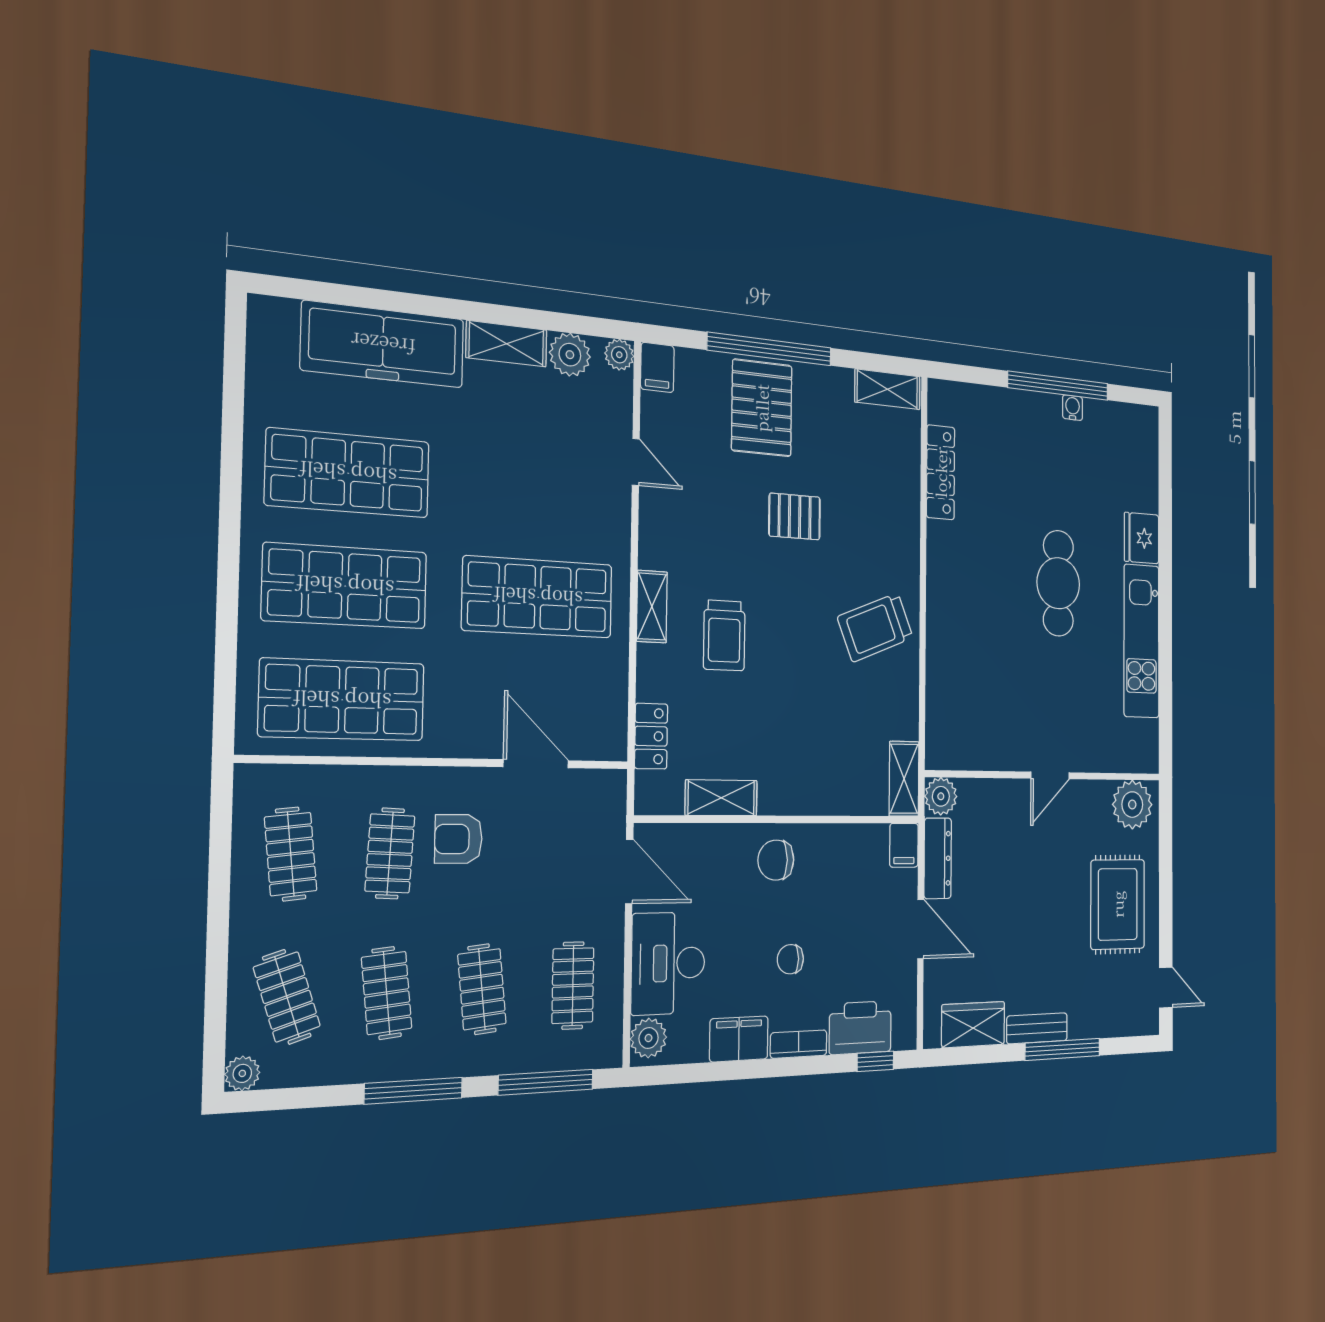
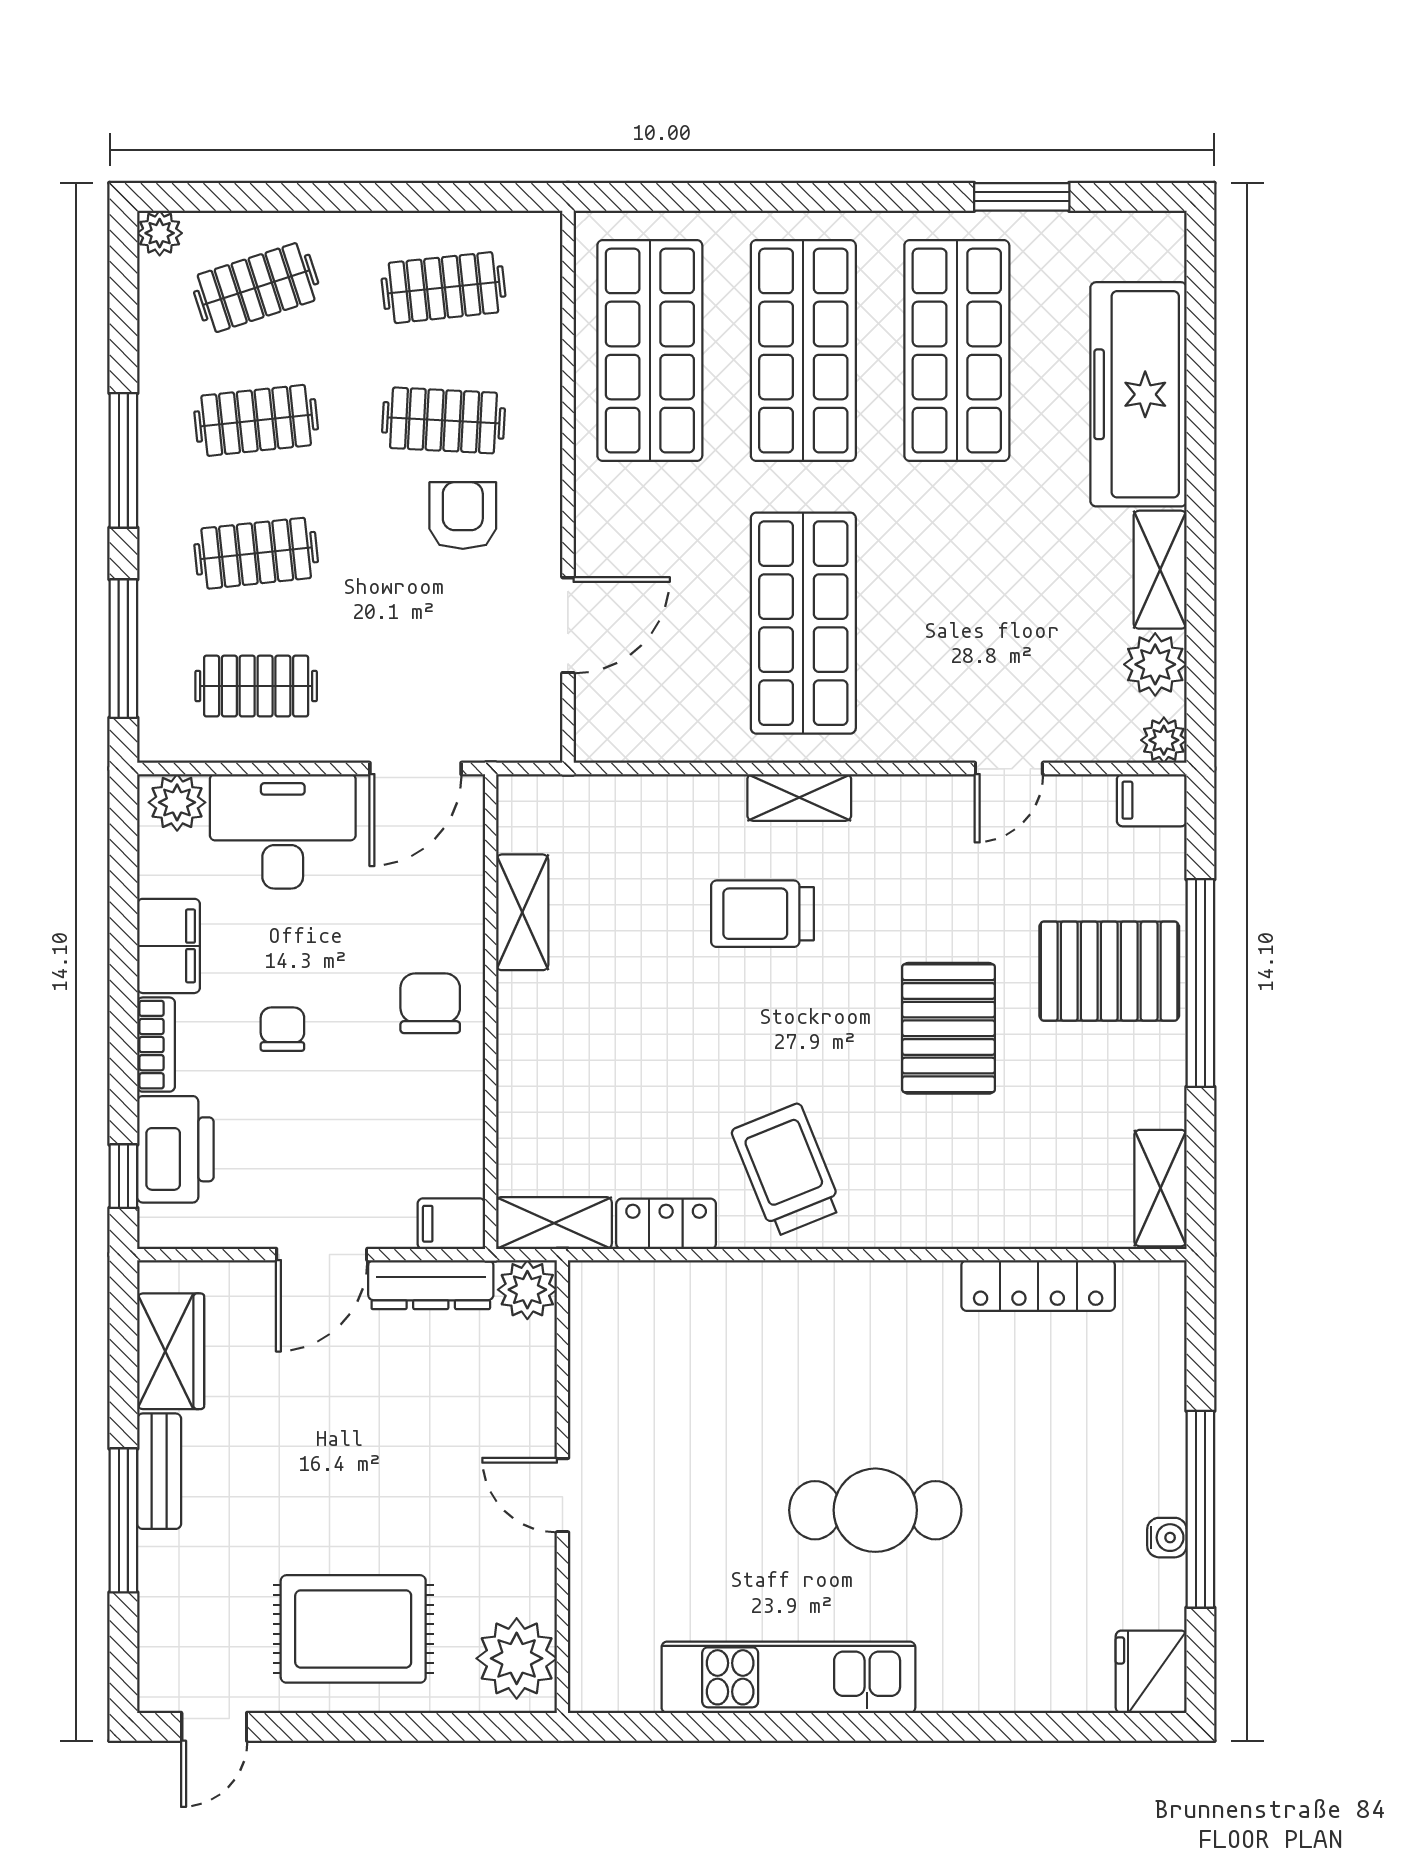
window: (233, 415) -> (1022, 197), added
pallet: (795, 517) -> (949, 1028), width x1.50, depth x1.42
fridge: (1142, 538) -> (1151, 1672), moved, turned -90
locker: (651, 736) -> (666, 1224), moved, turned 180

